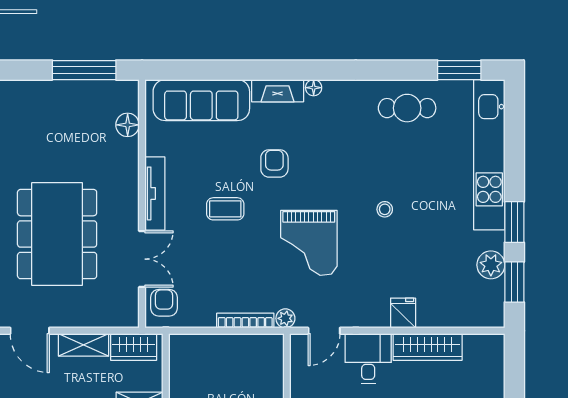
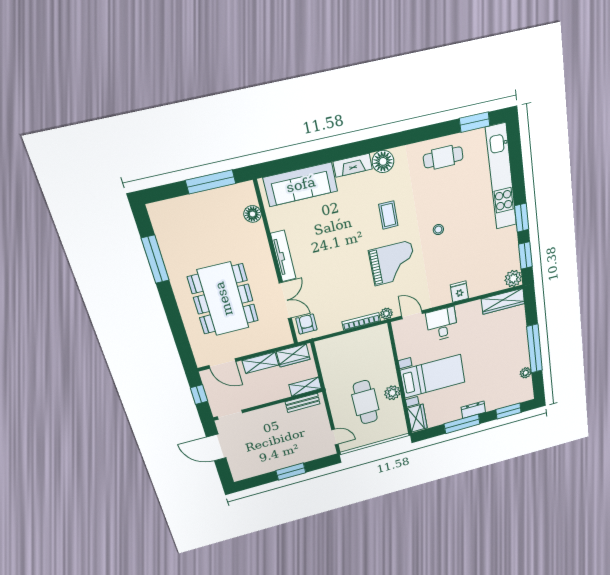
floor lamp: (314, 88) -> (383, 161), width x1.89, depth x1.89
armchair: (274, 163) -> (360, 217), removed
coffee table: (225, 209) -> (388, 215), moved, turned 90
grand piano: (309, 243) -> (393, 263), turned -90
plant: (491, 265) -> (513, 278), moved
door: (324, 331) -> (412, 315), swing flipped
wardrobe: (428, 347) -> (503, 301), moved

